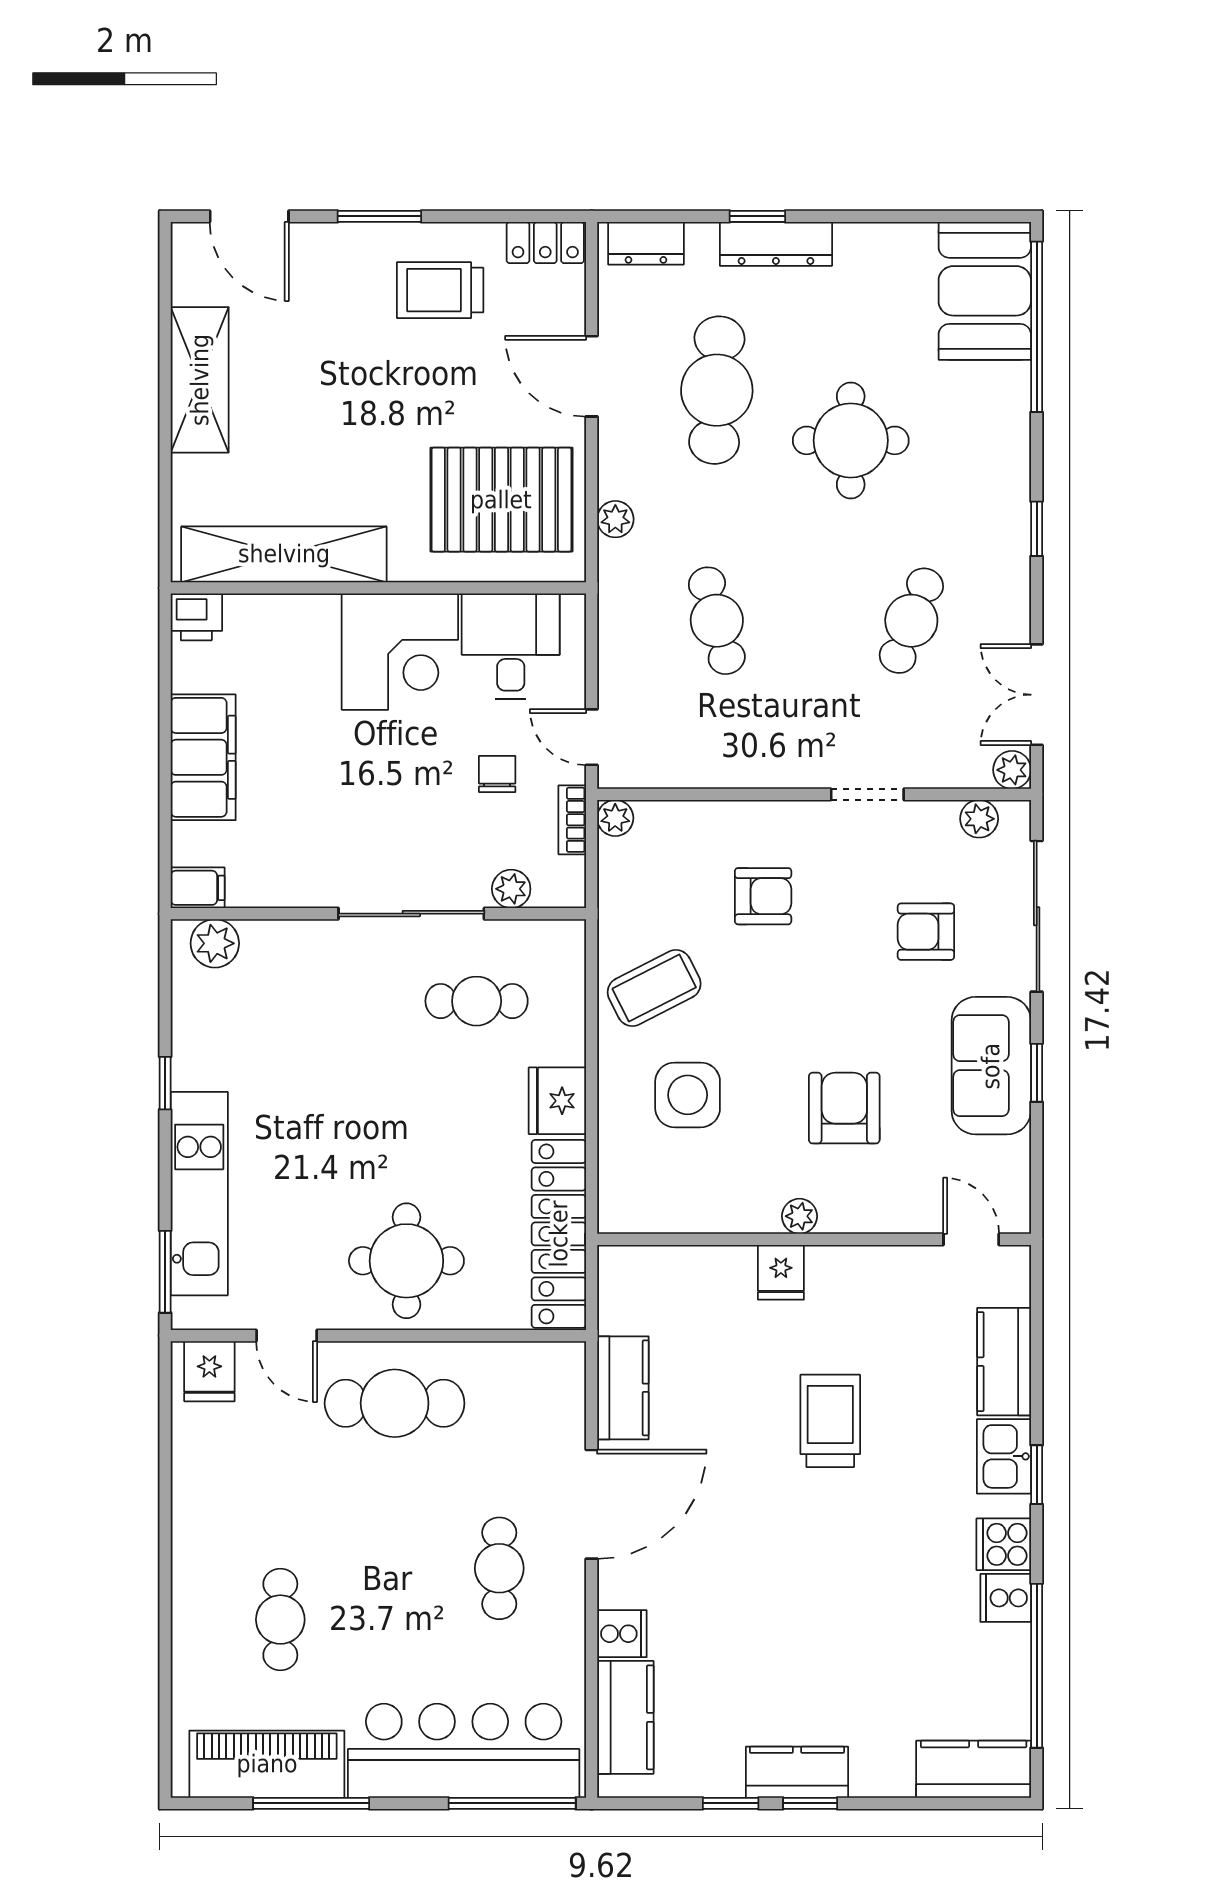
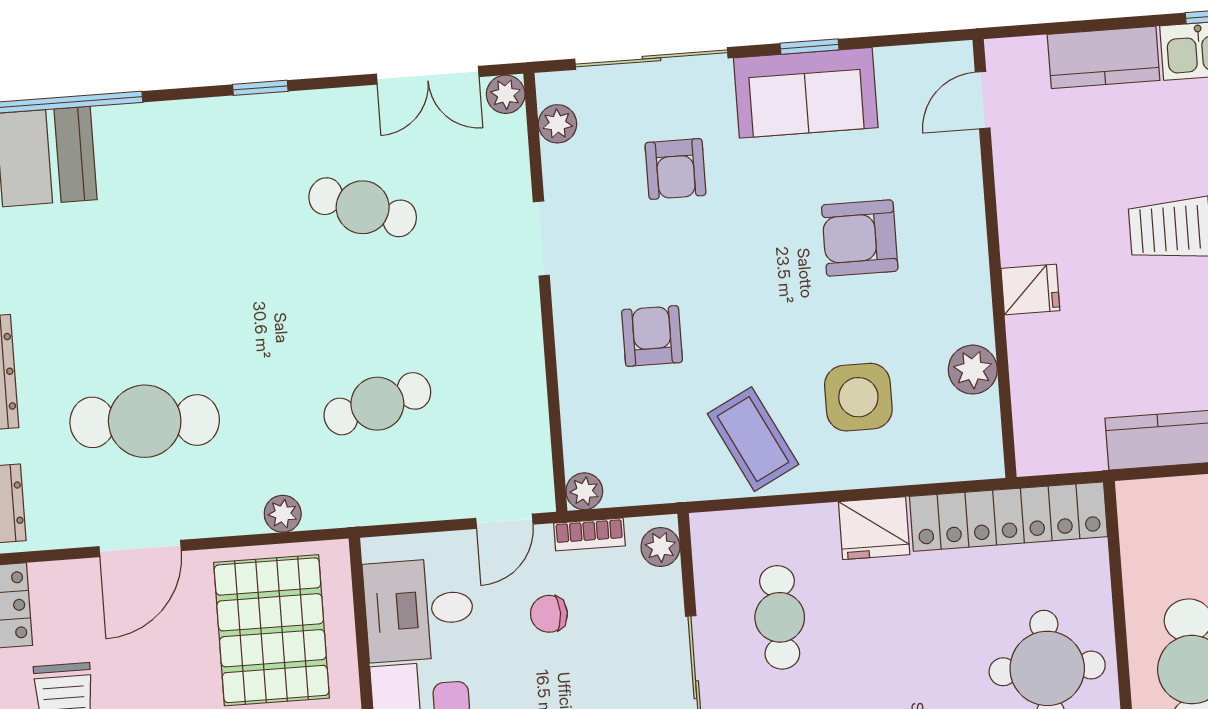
round table: (851, 440) -> (185, 282), removed
plant: (511, 889) -> (660, 547), moved
plant: (799, 1216) -> (973, 370), moved, width x1.38, depth x1.38

